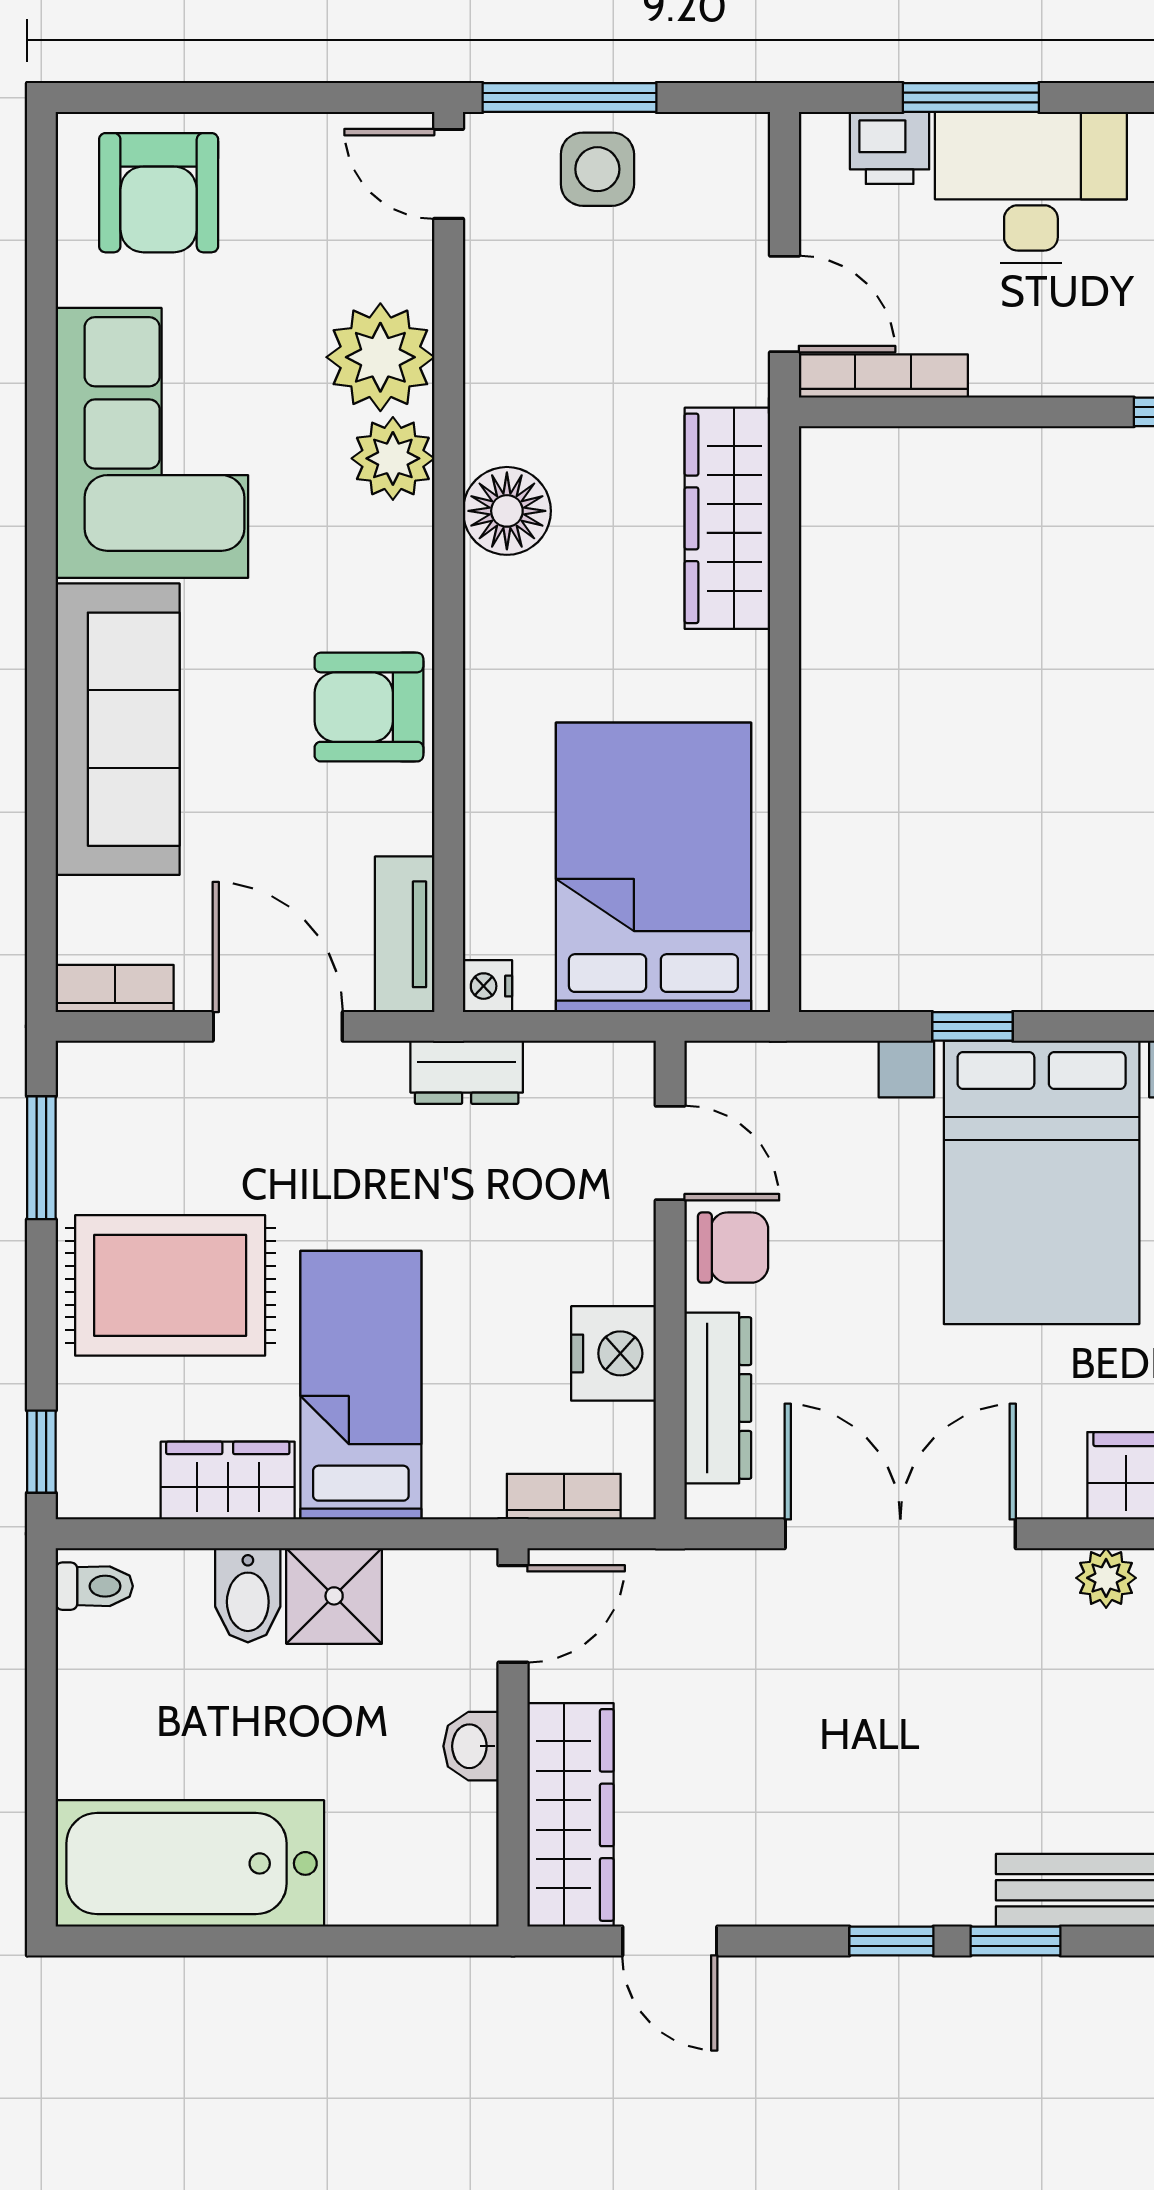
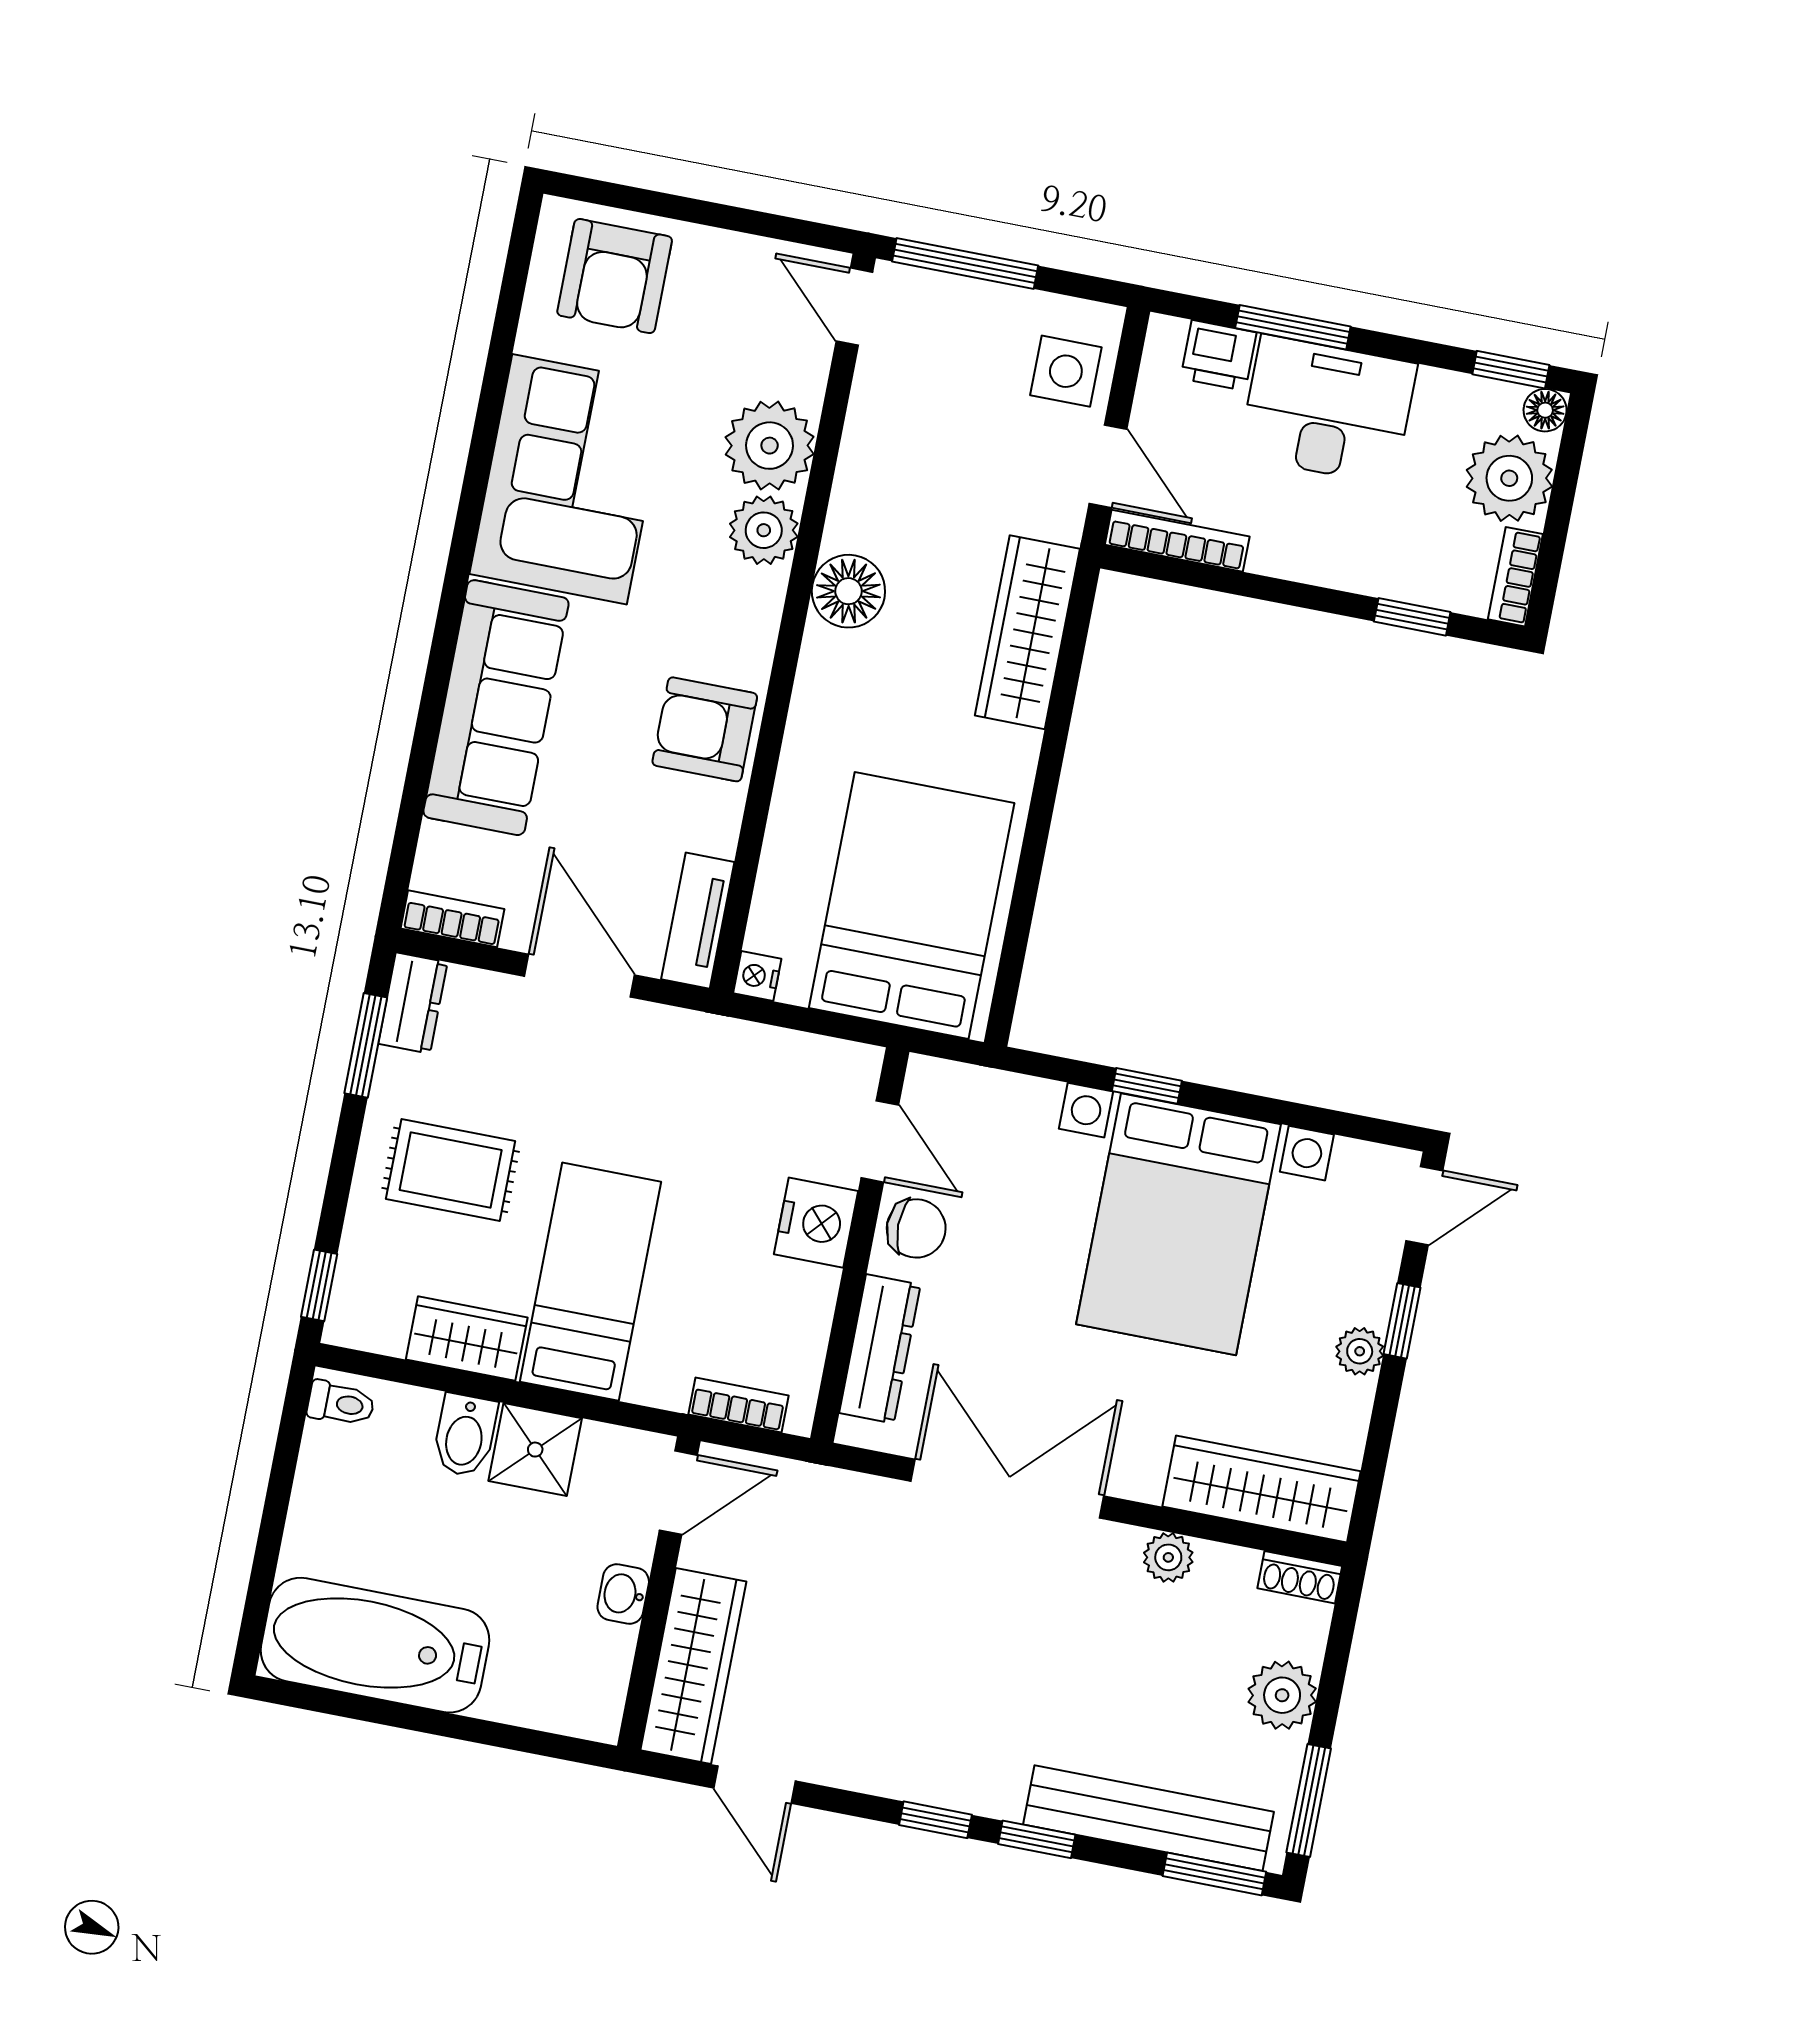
side table: (597, 169) -> (1066, 371), moved
dresser: (467, 1072) -> (413, 1003), moved, turned -90
rug: (170, 1285) -> (451, 1170), width x0.73, depth x0.70
nightstand: (614, 1353) -> (816, 1223), moved

